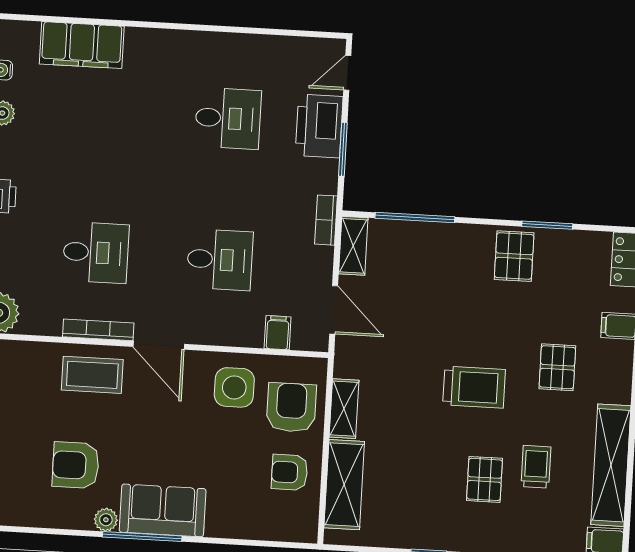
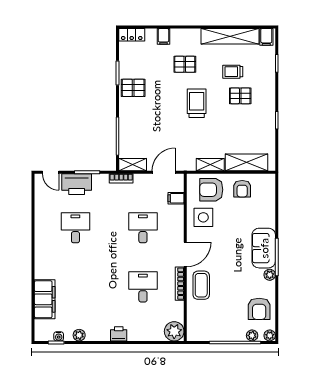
armchair: (76, 465) -> (259, 309), moved

